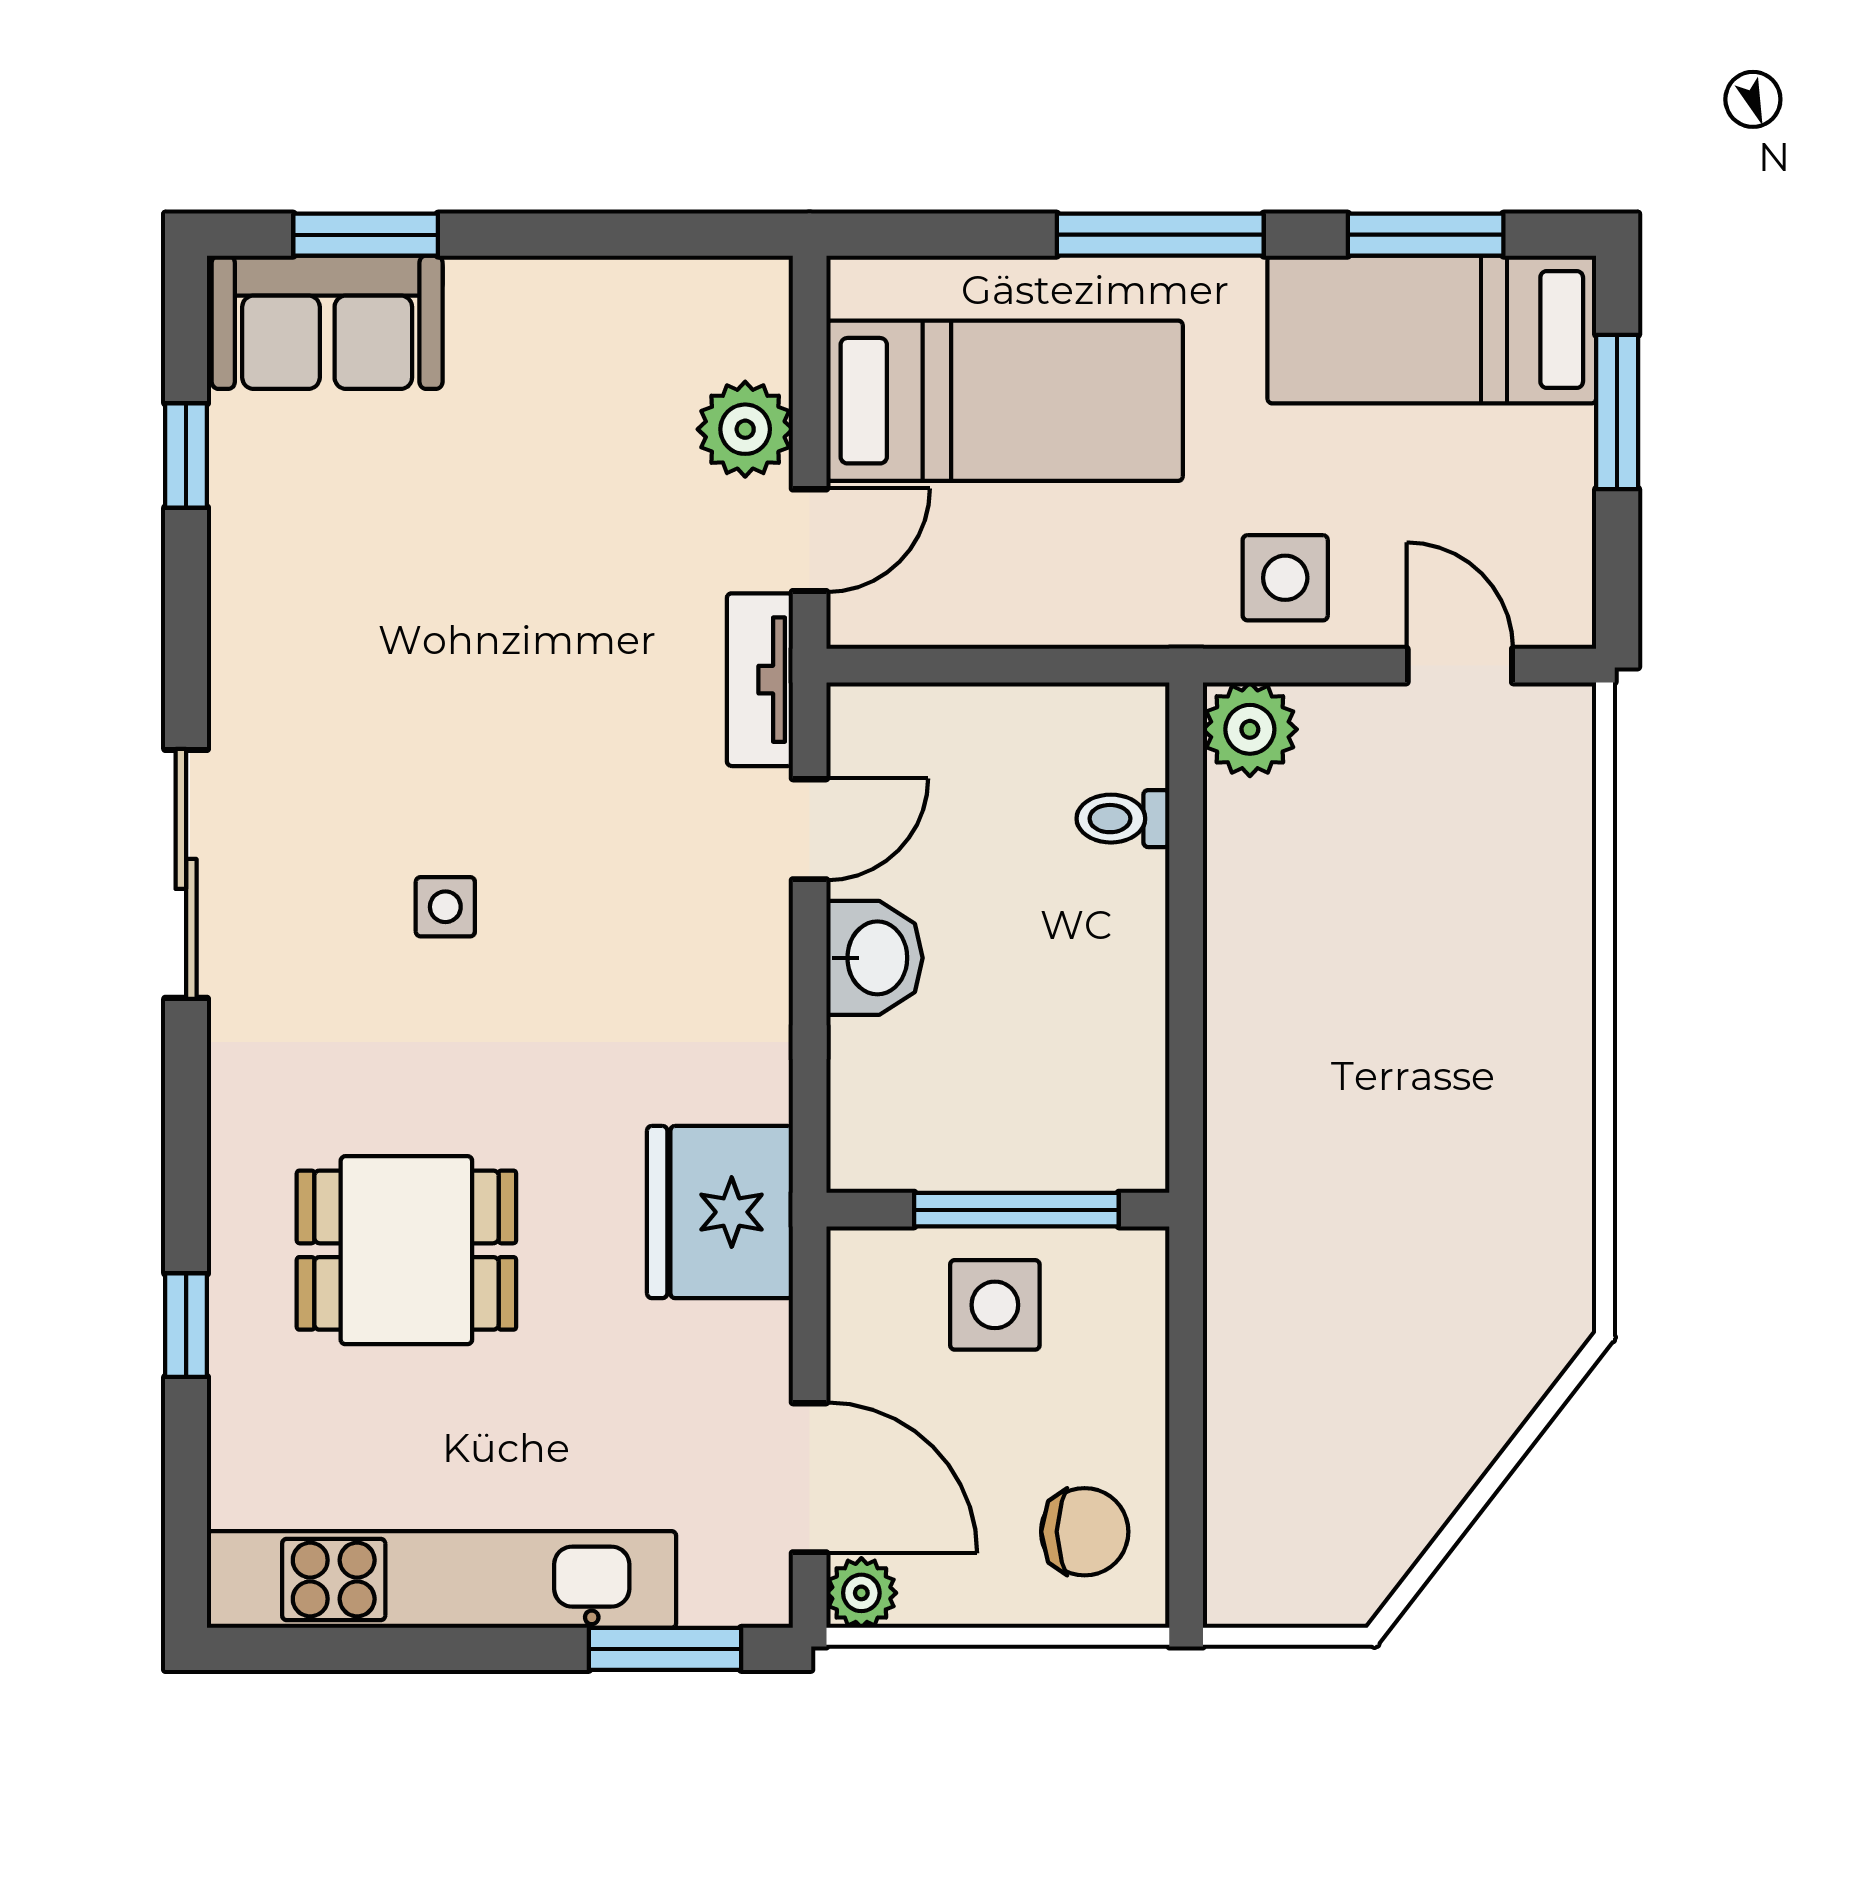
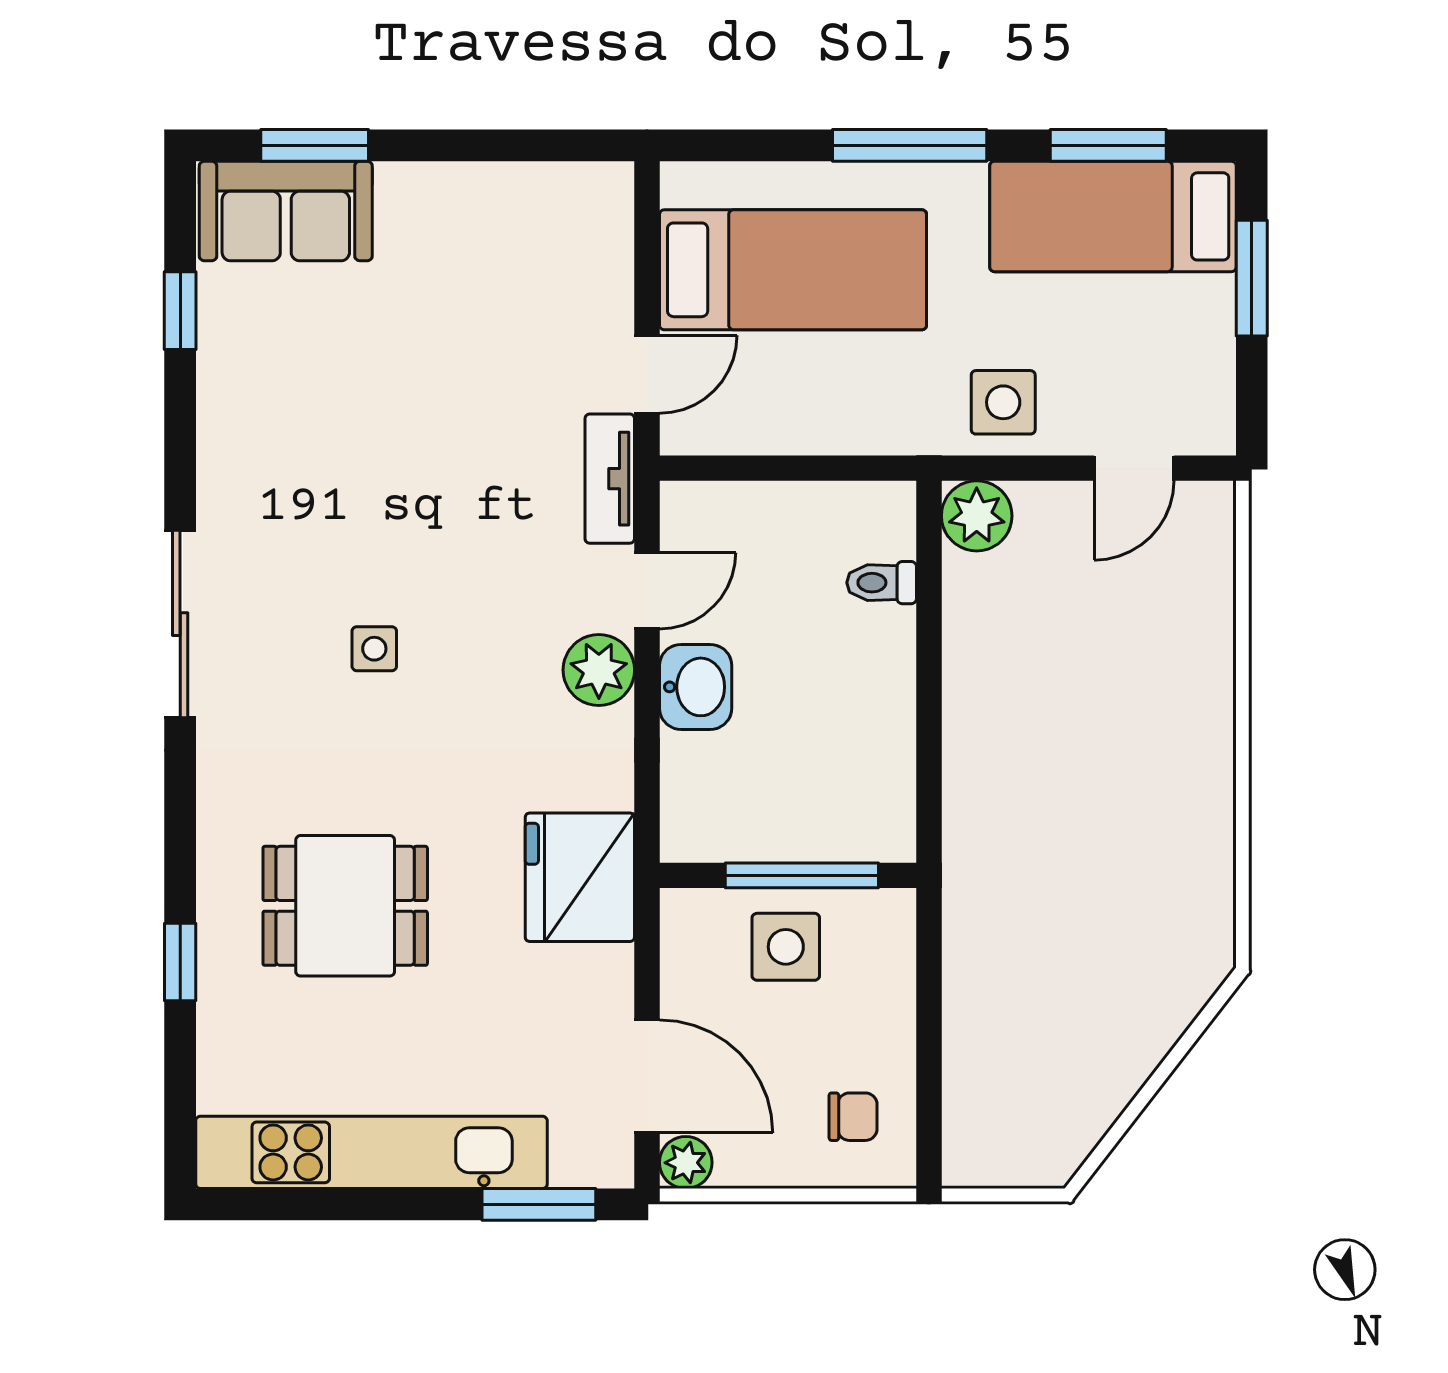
plant: (745, 429) -> (599, 670), moved
door: (1460, 666) -> (1134, 468), swing flipped
chair: (1085, 1532) -> (853, 1117), width x0.73, depth x0.73

